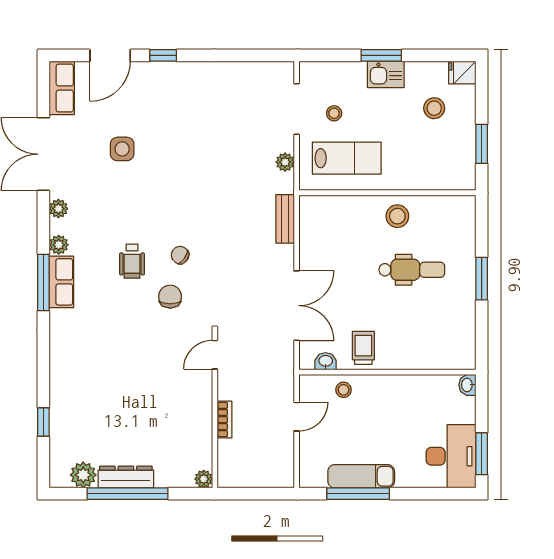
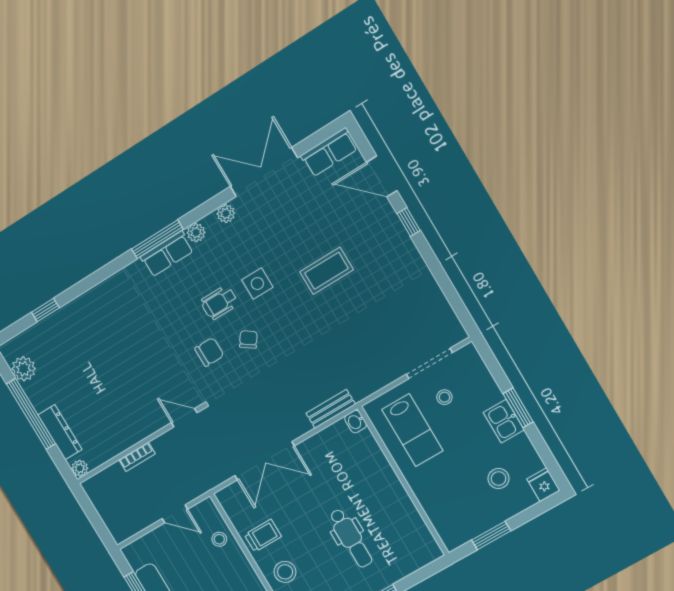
side table: (122, 149) -> (257, 284), moved
coffee table: (162, 151) -> (327, 271), added
plant: (285, 162) -> (378, 380), removed
stool: (397, 216) -> (285, 572), moved
washbasin: (326, 361) -> (356, 422), moved, turned 180
dresser: (126, 477) -> (60, 432), moved

